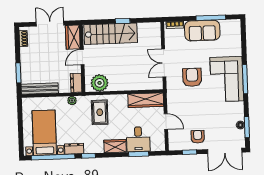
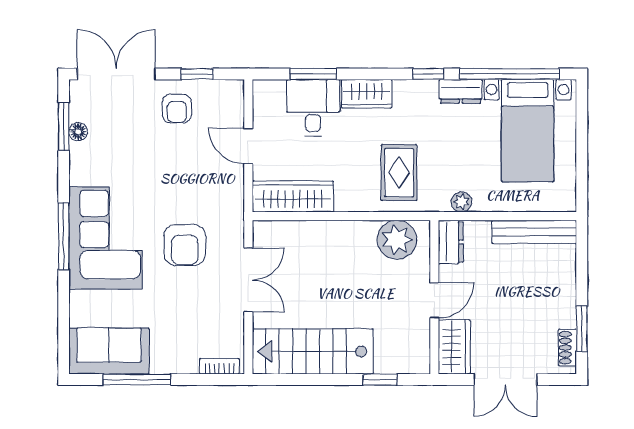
window: (123, 21) -> (380, 380), moved
sofa: (202, 31) -> (109, 351), moved
stairs: (111, 34) -> (313, 351), moved
window: (18, 73) -> (582, 329), moved

